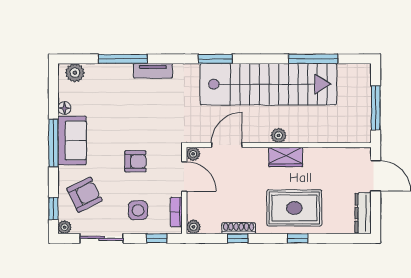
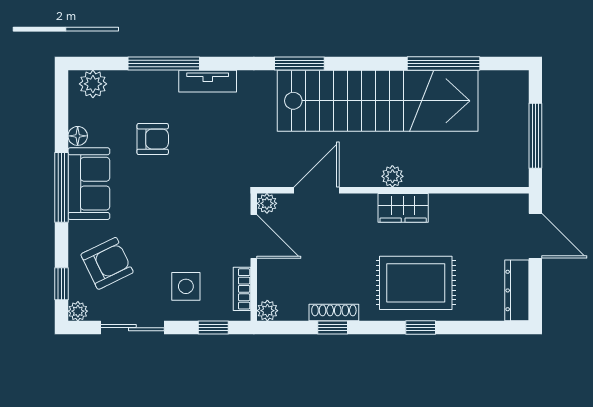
armchair: (135, 161) -> (153, 139), moved

